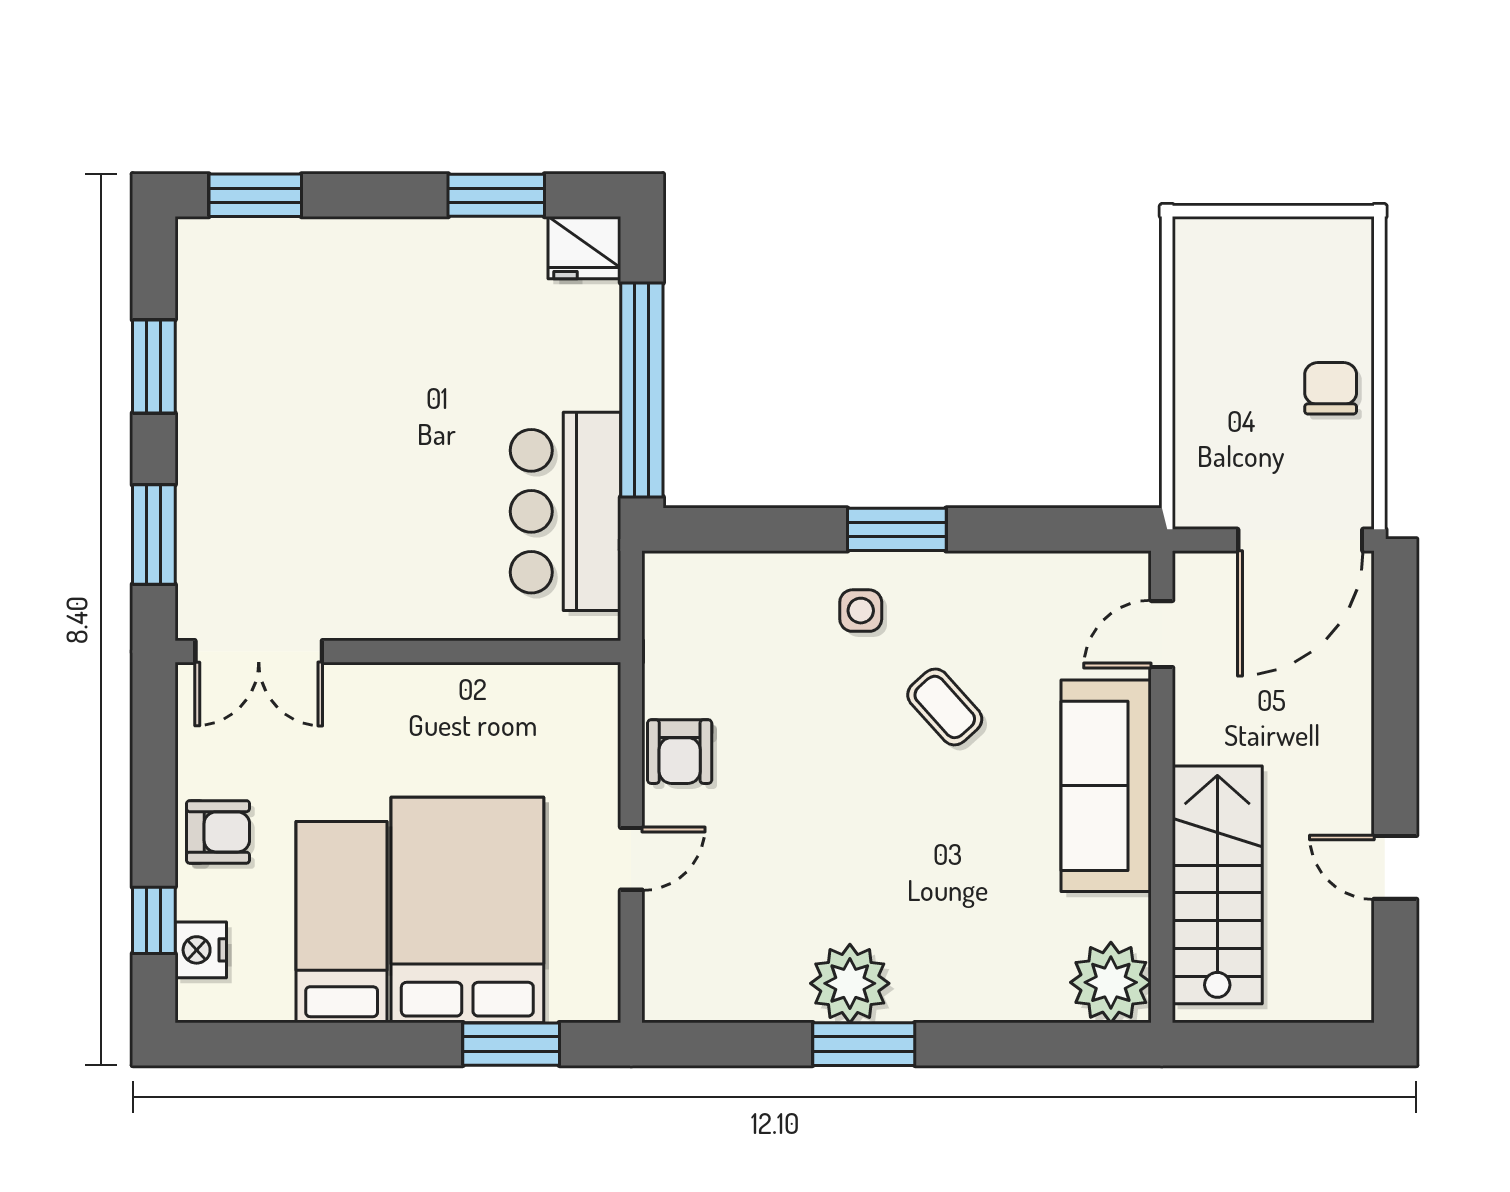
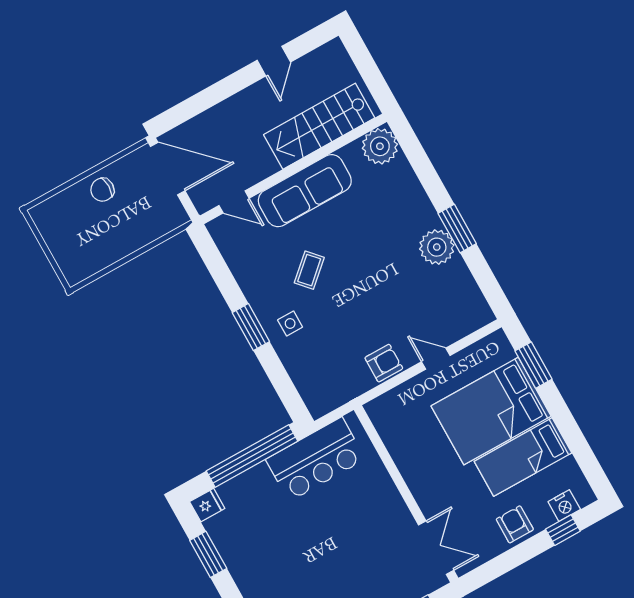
fridge: (584, 248) -> (207, 505), width x0.72

